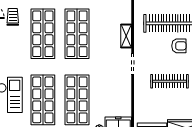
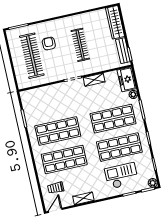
shelving: (126, 36) -> (94, 80), moved

